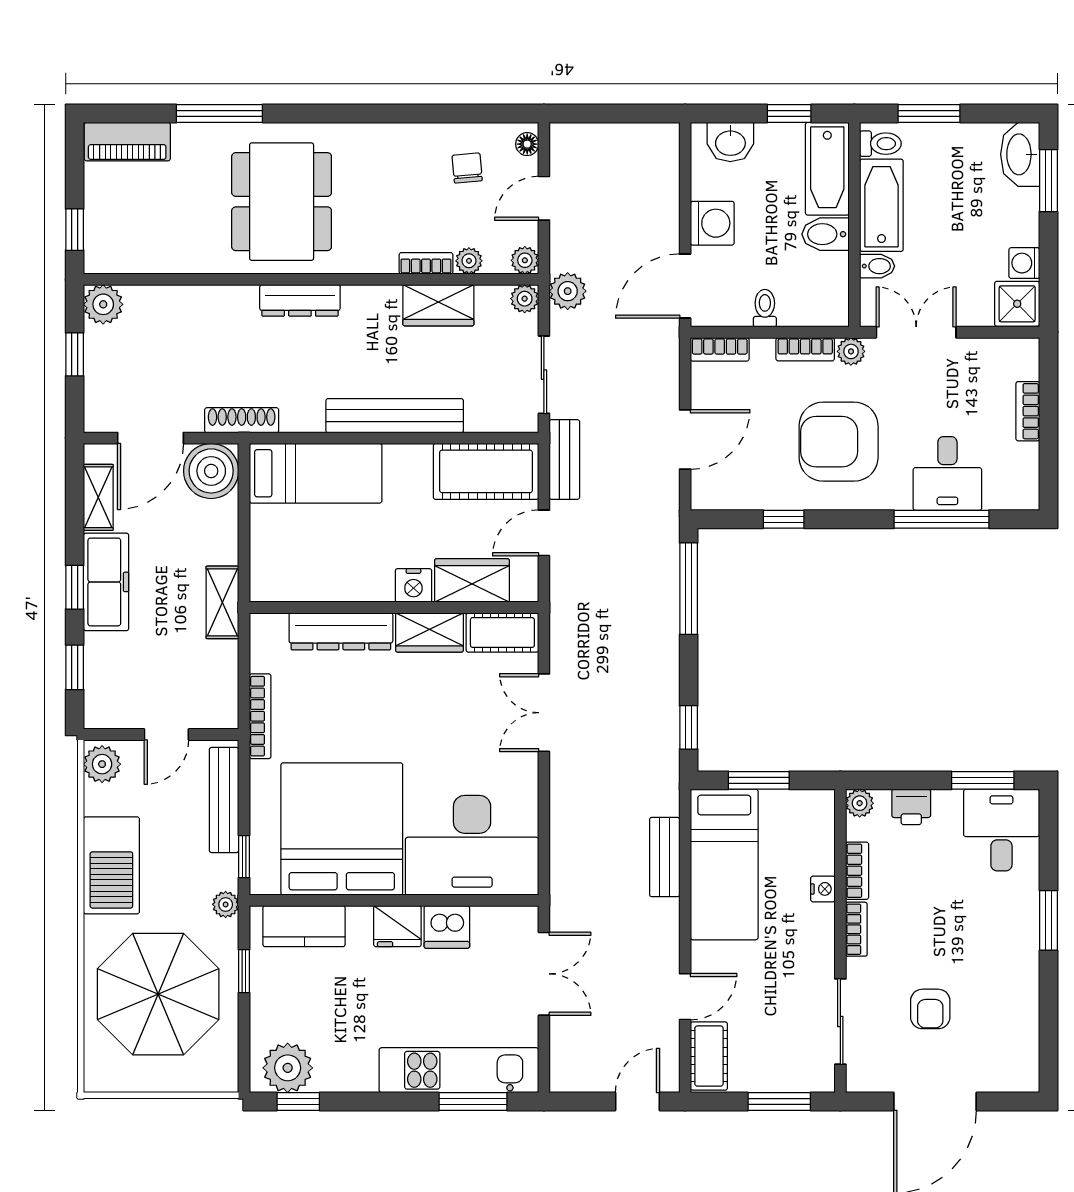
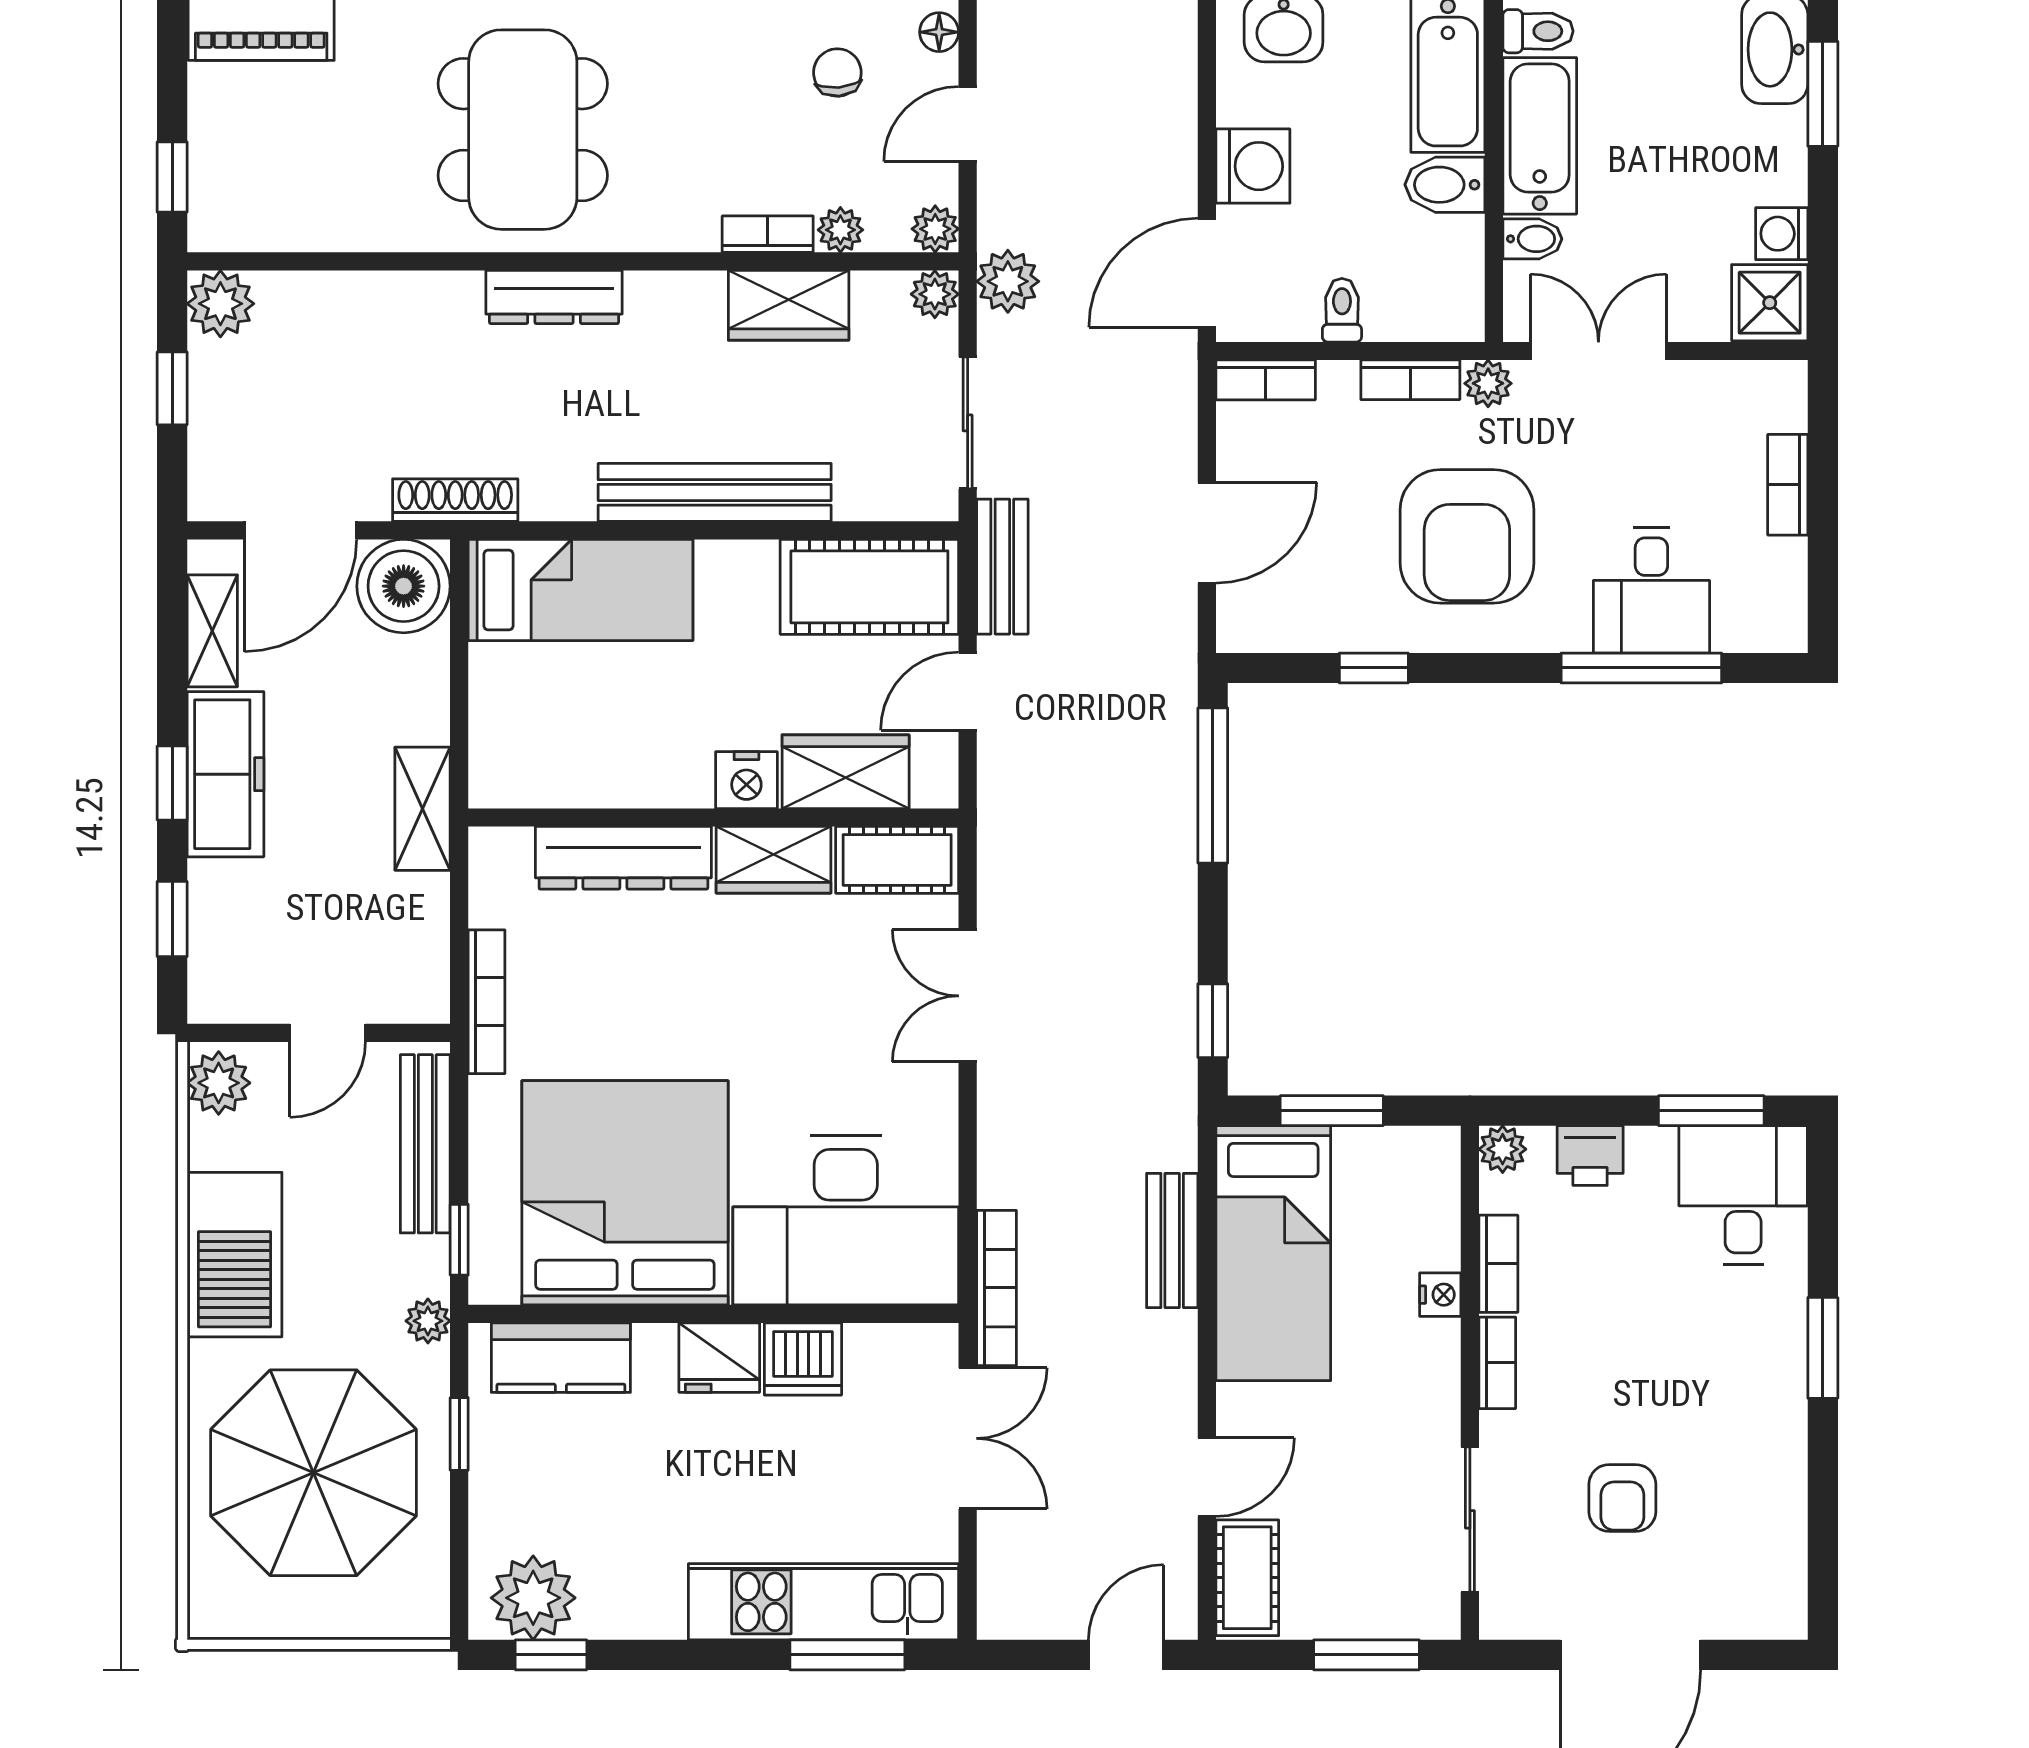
armchair: (839, 442) -> (1467, 536), turned -90
bookcase: (561, 885) -> (996, 1288), added

